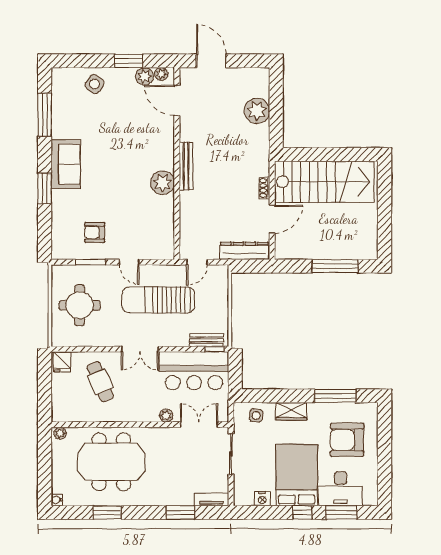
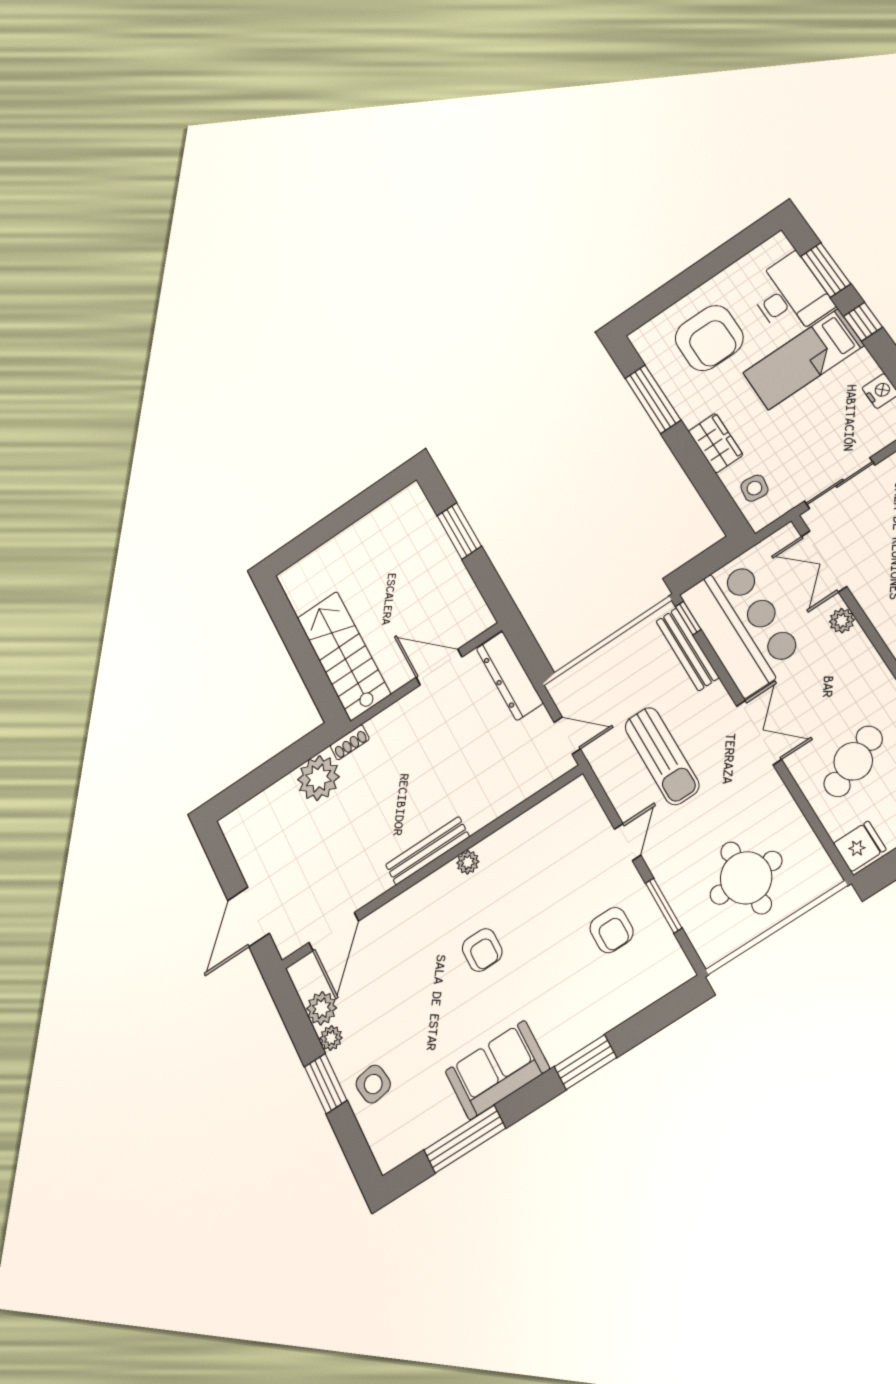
window: (129, 61) -> (326, 1084), moved
plant: (161, 74) -> (331, 1038), moved
side table: (95, 84) -> (373, 1084), turned 45
plant: (257, 111) -> (318, 778), moved
sofa: (66, 164) -> (497, 1070), moved
armchair: (123, 168) -> (482, 950), added
stairs: (324, 182) -> (343, 656), width x0.73, depth x0.66
plant: (162, 183) -> (468, 862), width x0.53, depth x0.53
shoe rack: (264, 188) -> (350, 742), moved
window: (335, 266) -> (459, 531), width x0.69
sun lounger: (158, 300) -> (662, 756), width x0.73, depth x0.75
bench: (206, 340) -> (687, 649), width x1.36
bed: (297, 475) -> (803, 359), width x0.67

